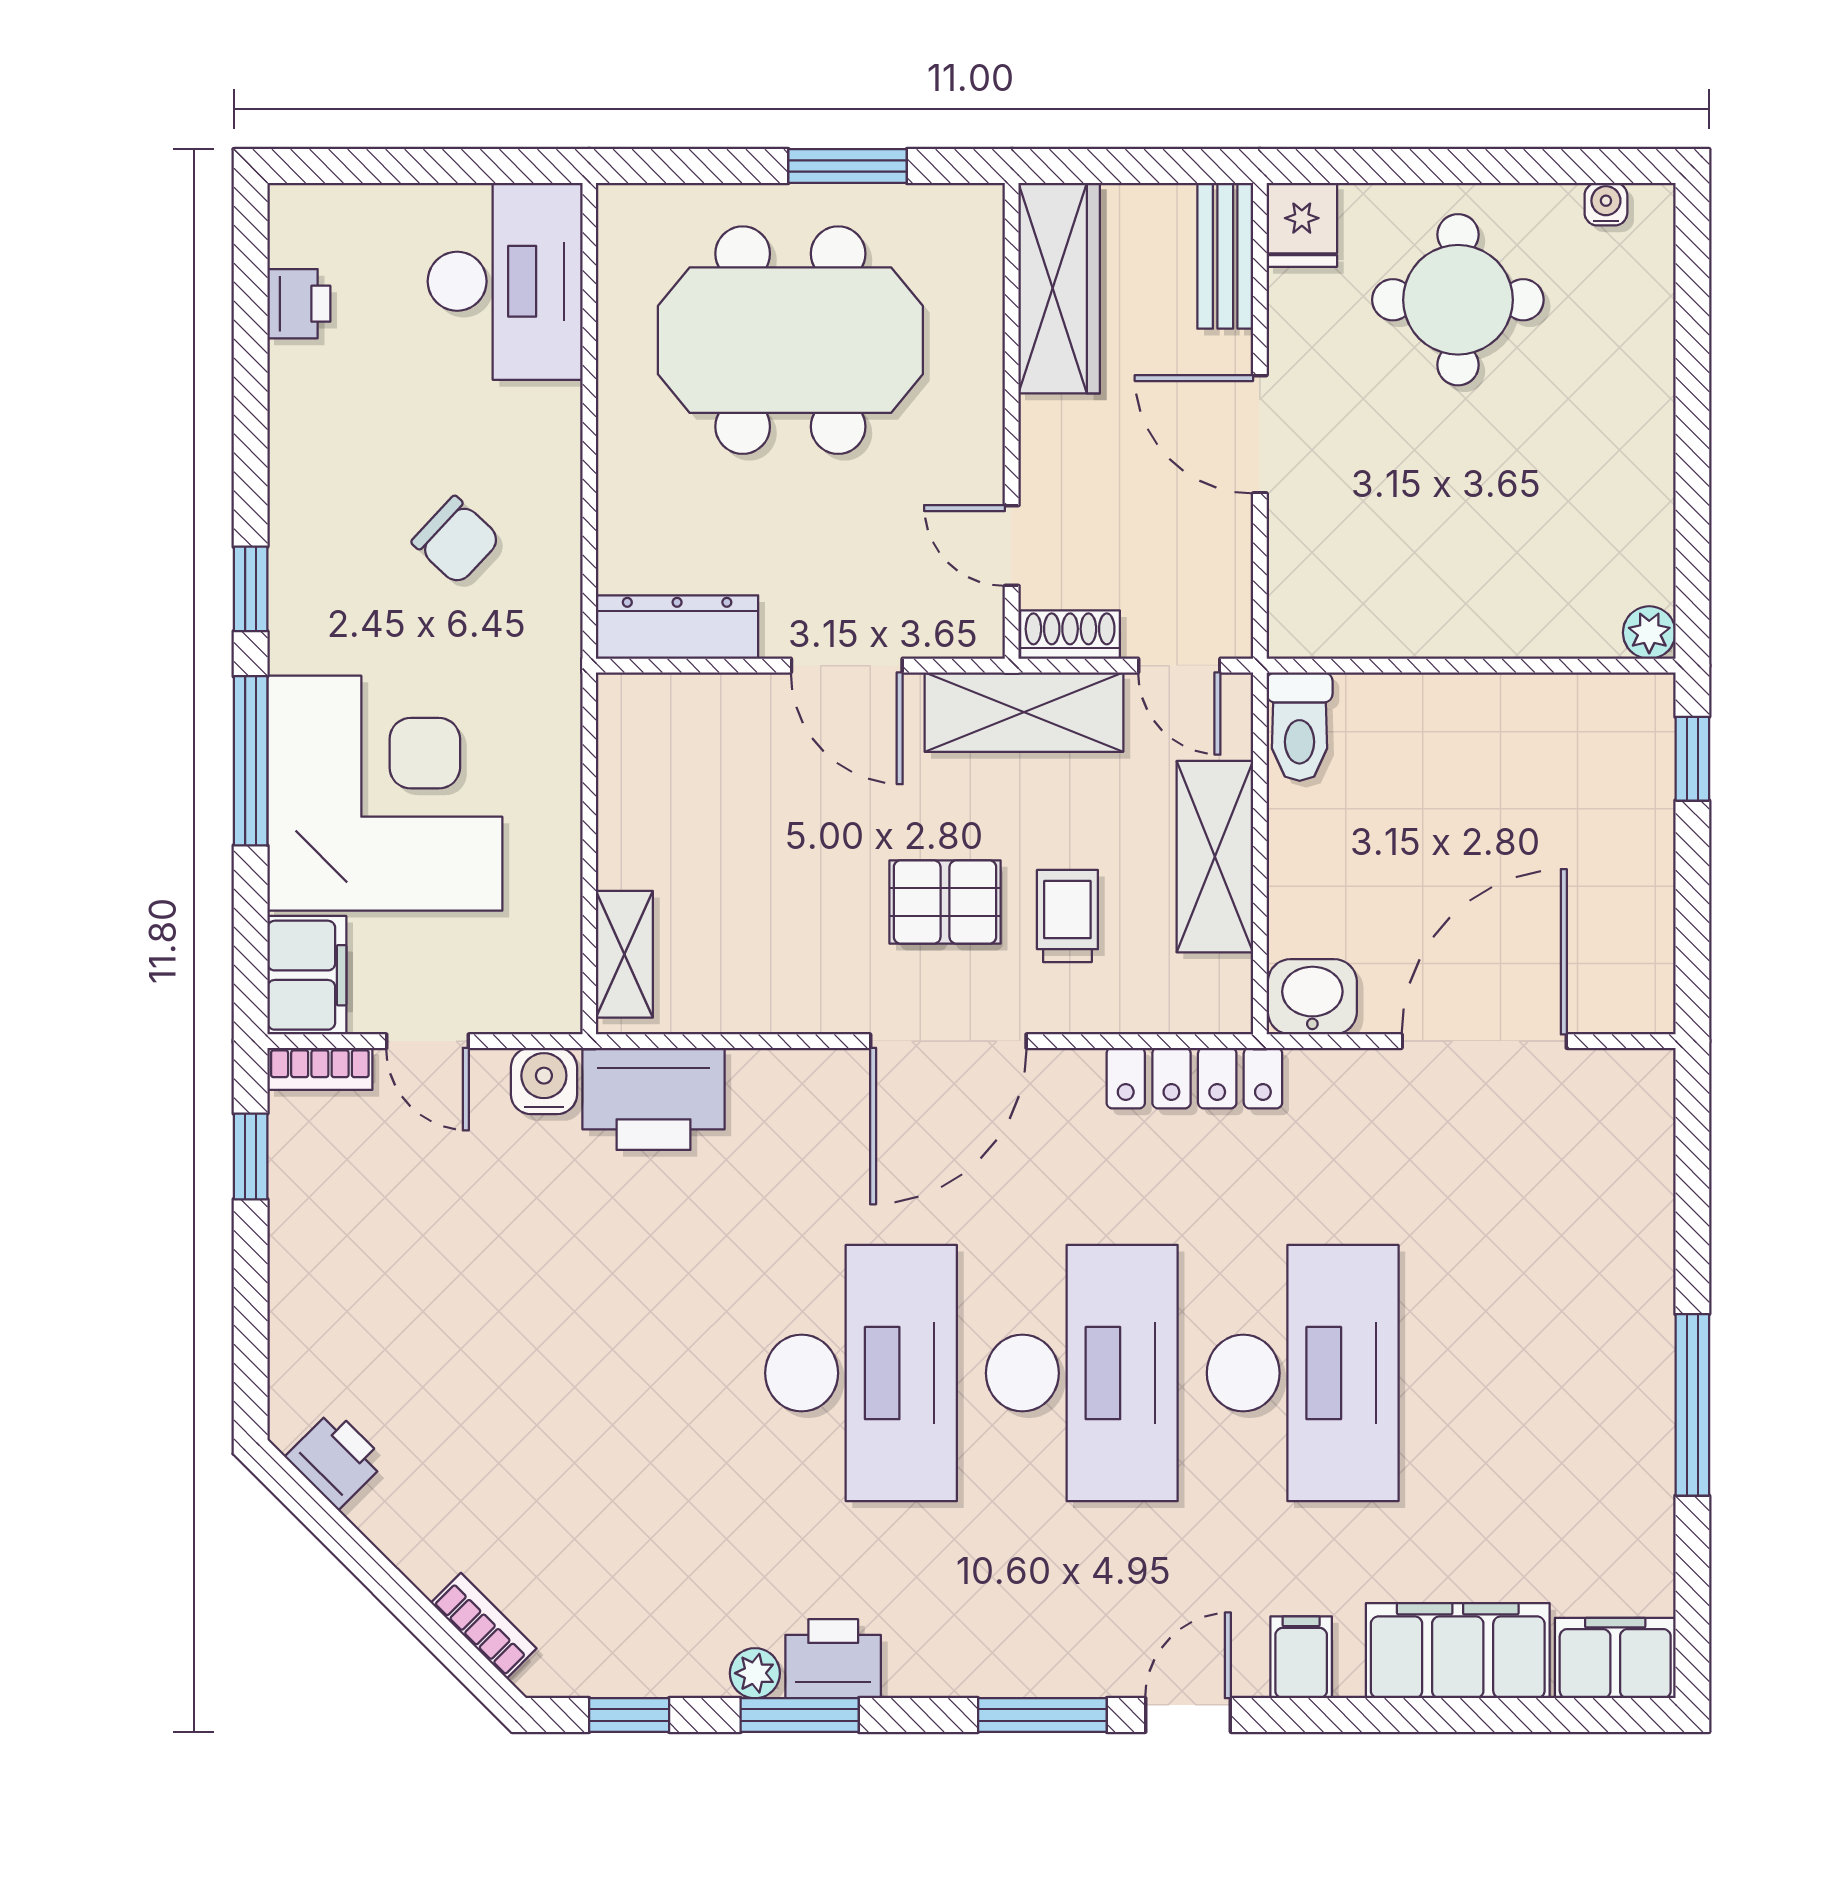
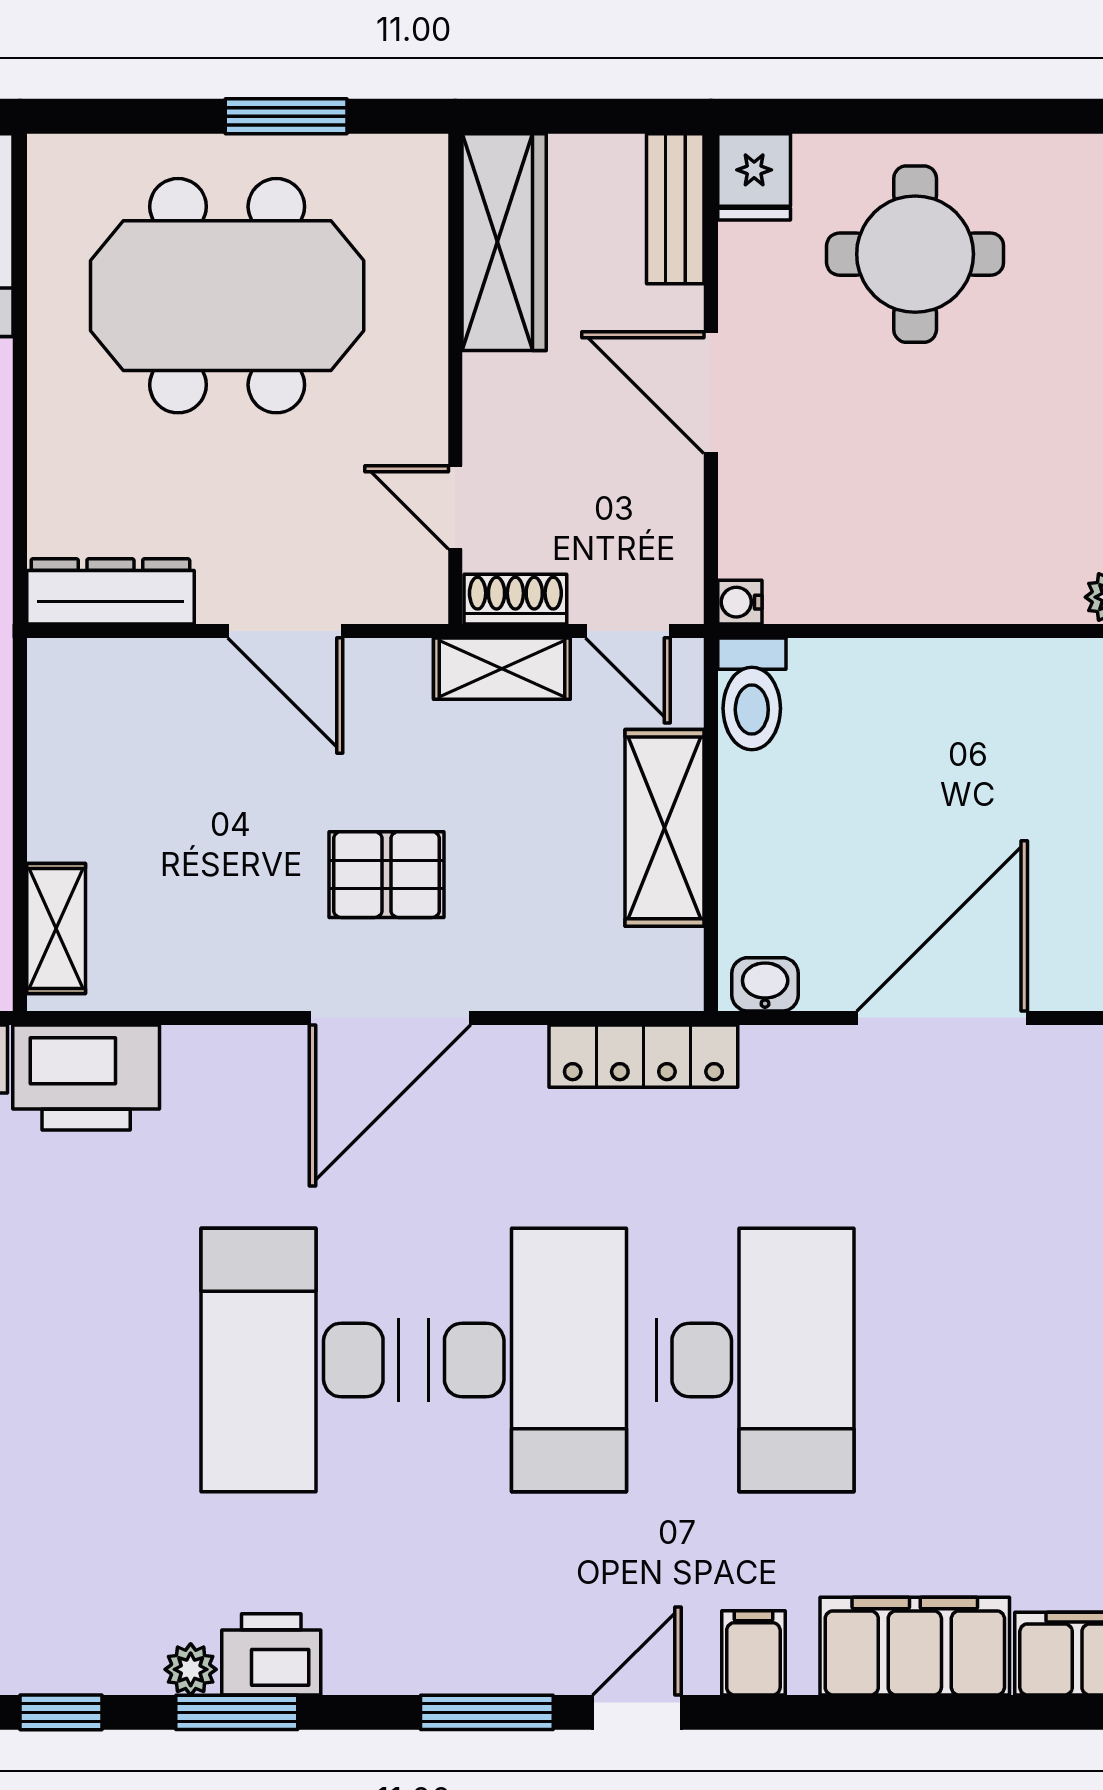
water cooler: (1606, 204) -> (740, 602), moved, turned -90
shelving: (1024, 712) -> (502, 669), width x0.67, depth x0.75
trolley: (1067, 916) -> (513, 889), removed
washbasin: (1312, 997) -> (765, 984), width x0.72, depth x0.69
desk: (861, 1373) -> (300, 1360), turned 180

